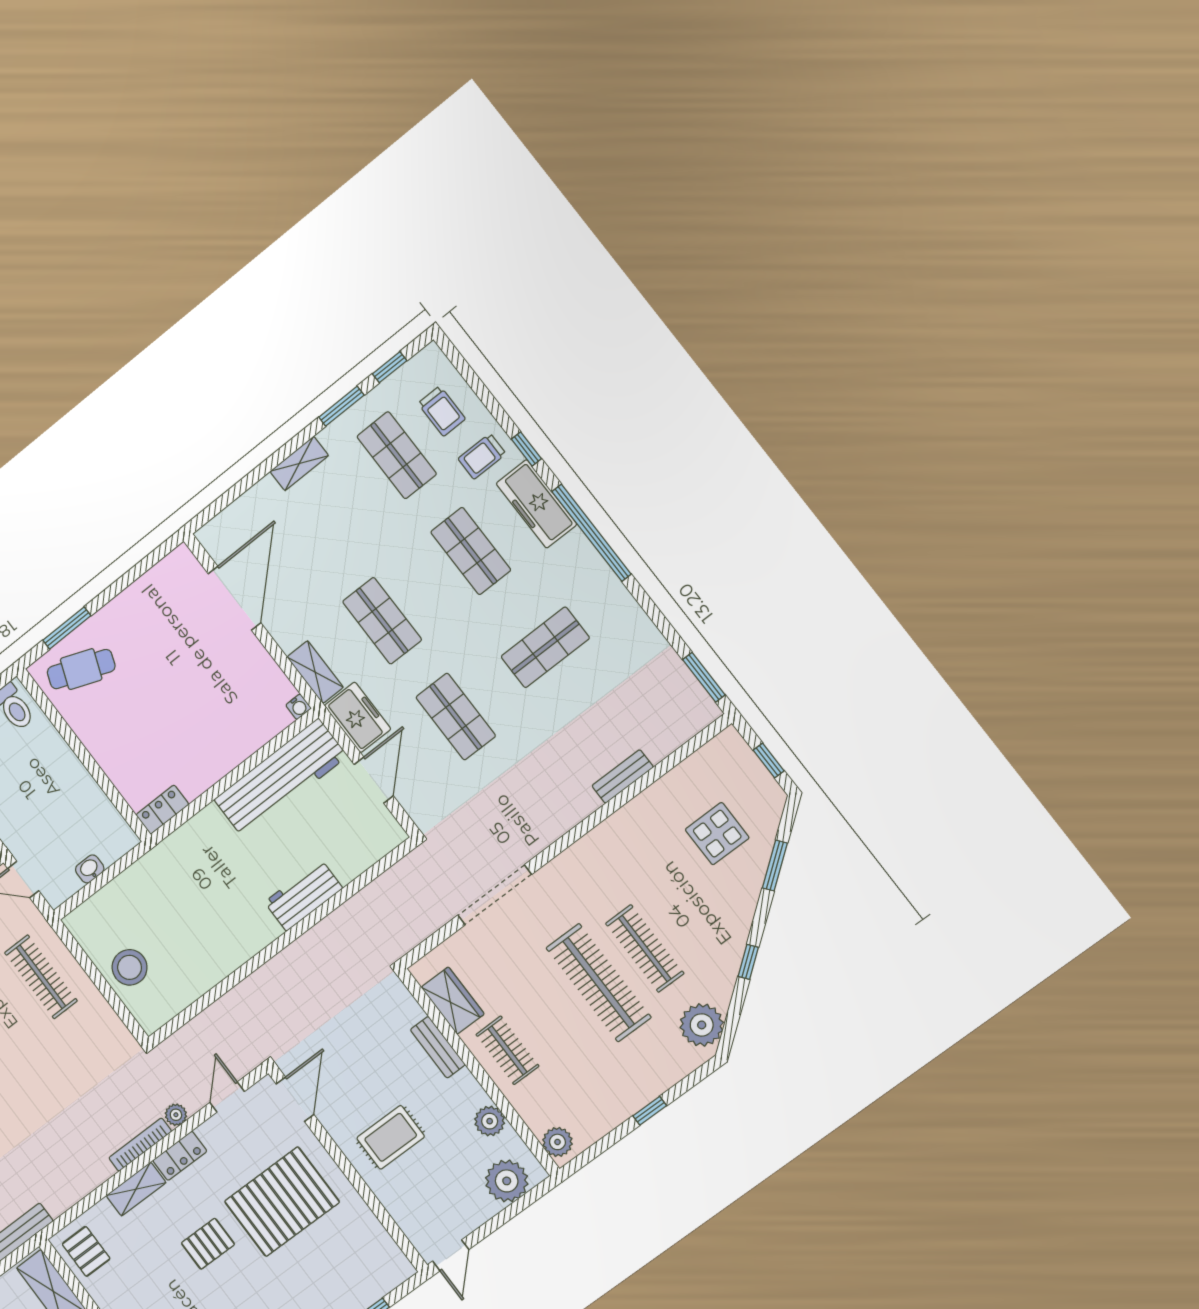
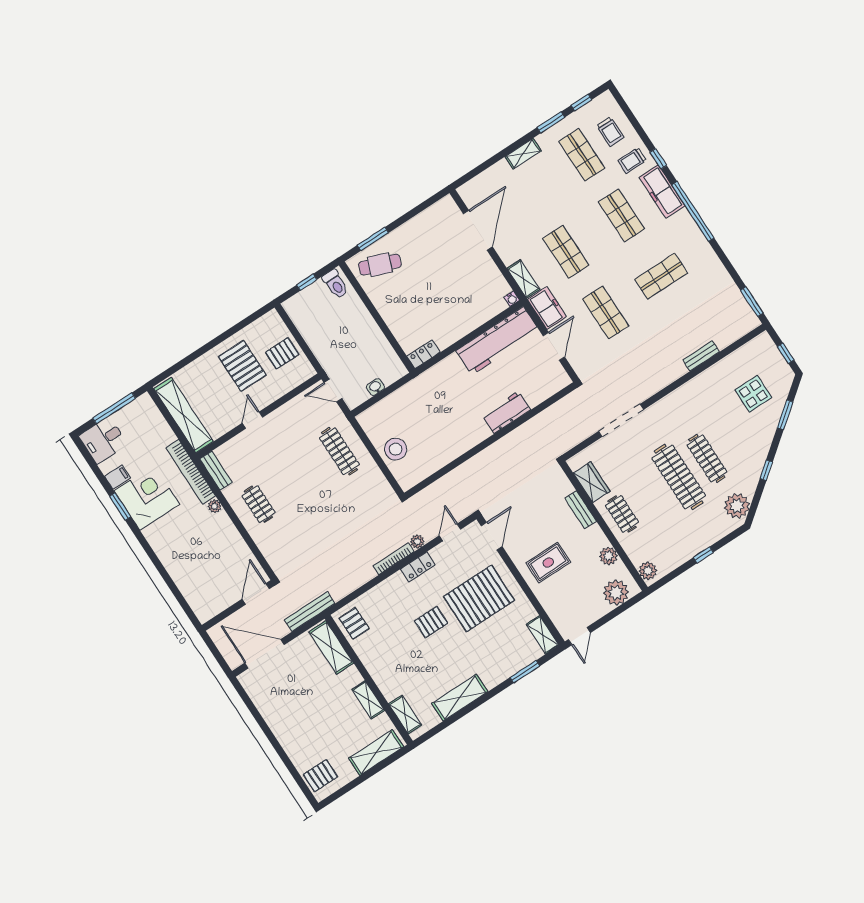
shelving: (136, 1189) -> (543, 635), moved, turned 90

